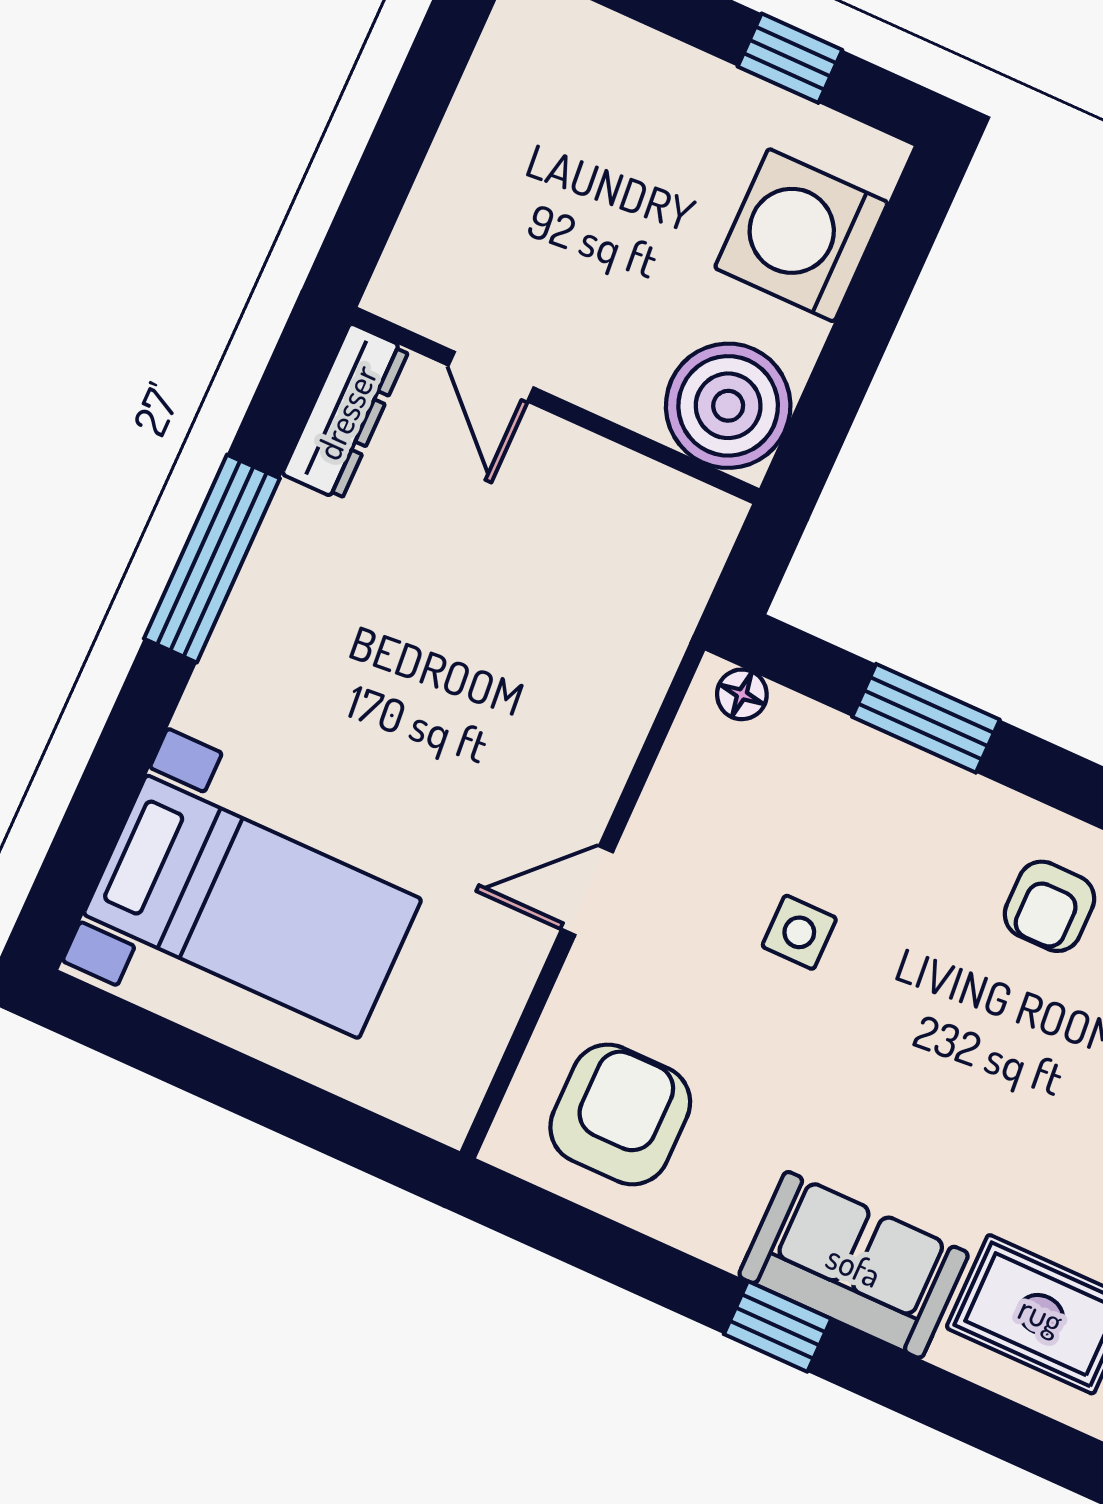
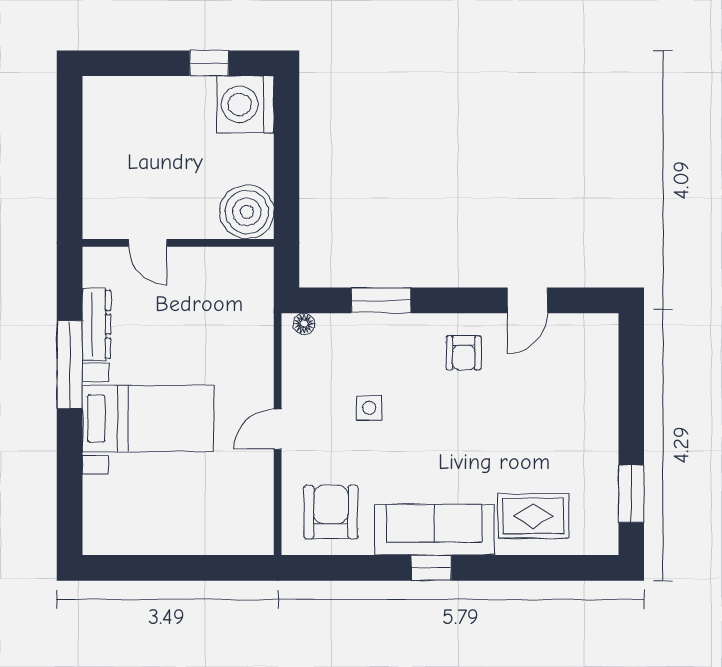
washing machine: (801, 235) -> (245, 104), moved
dresser: (346, 412) -> (96, 324), moved
bed with nightstands: (253, 907) -> (148, 419), moved
sofa: (854, 1265) -> (434, 530), width x1.36

